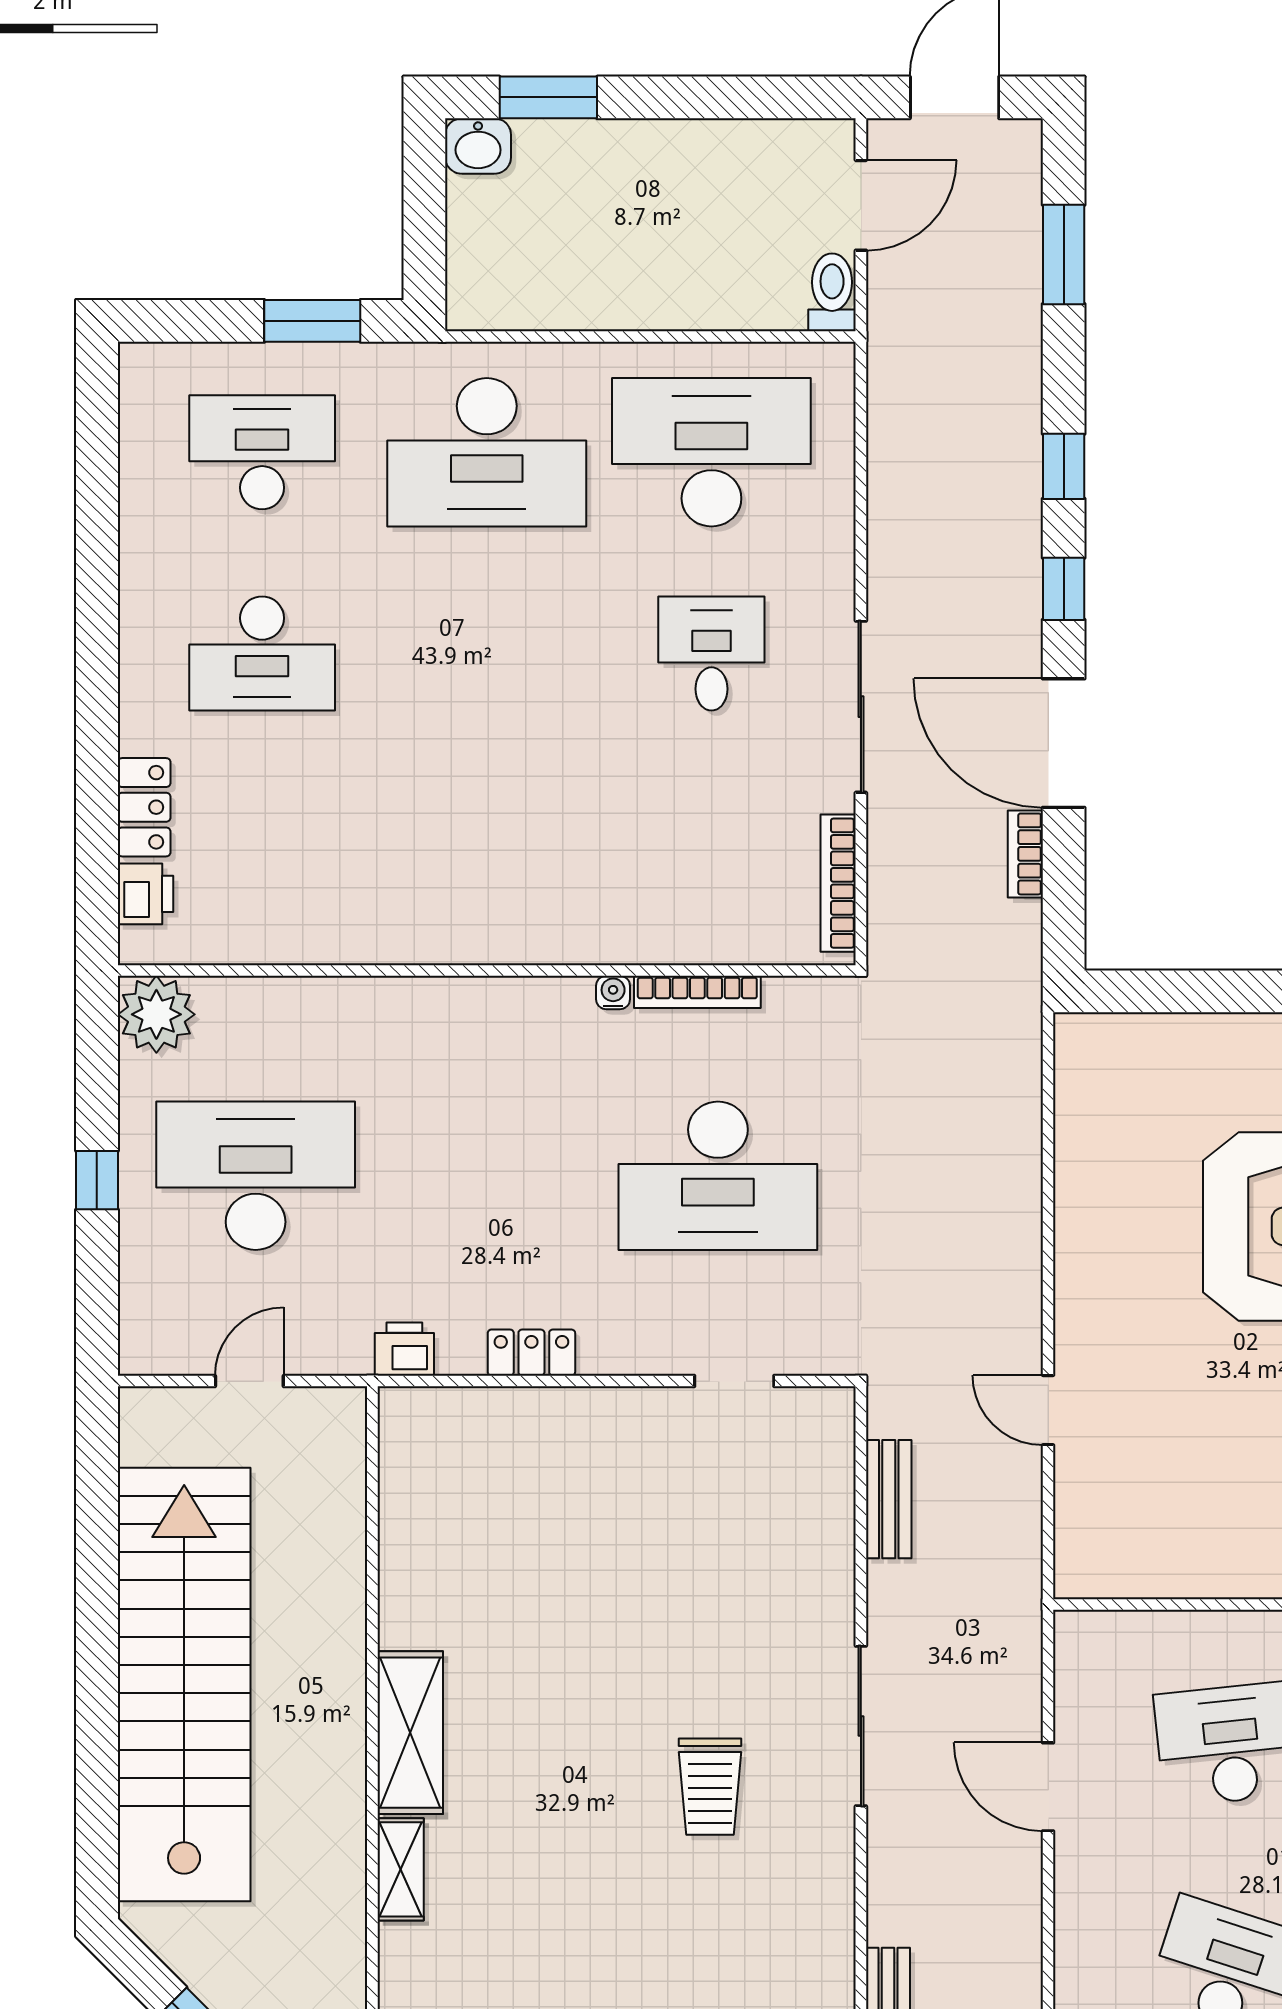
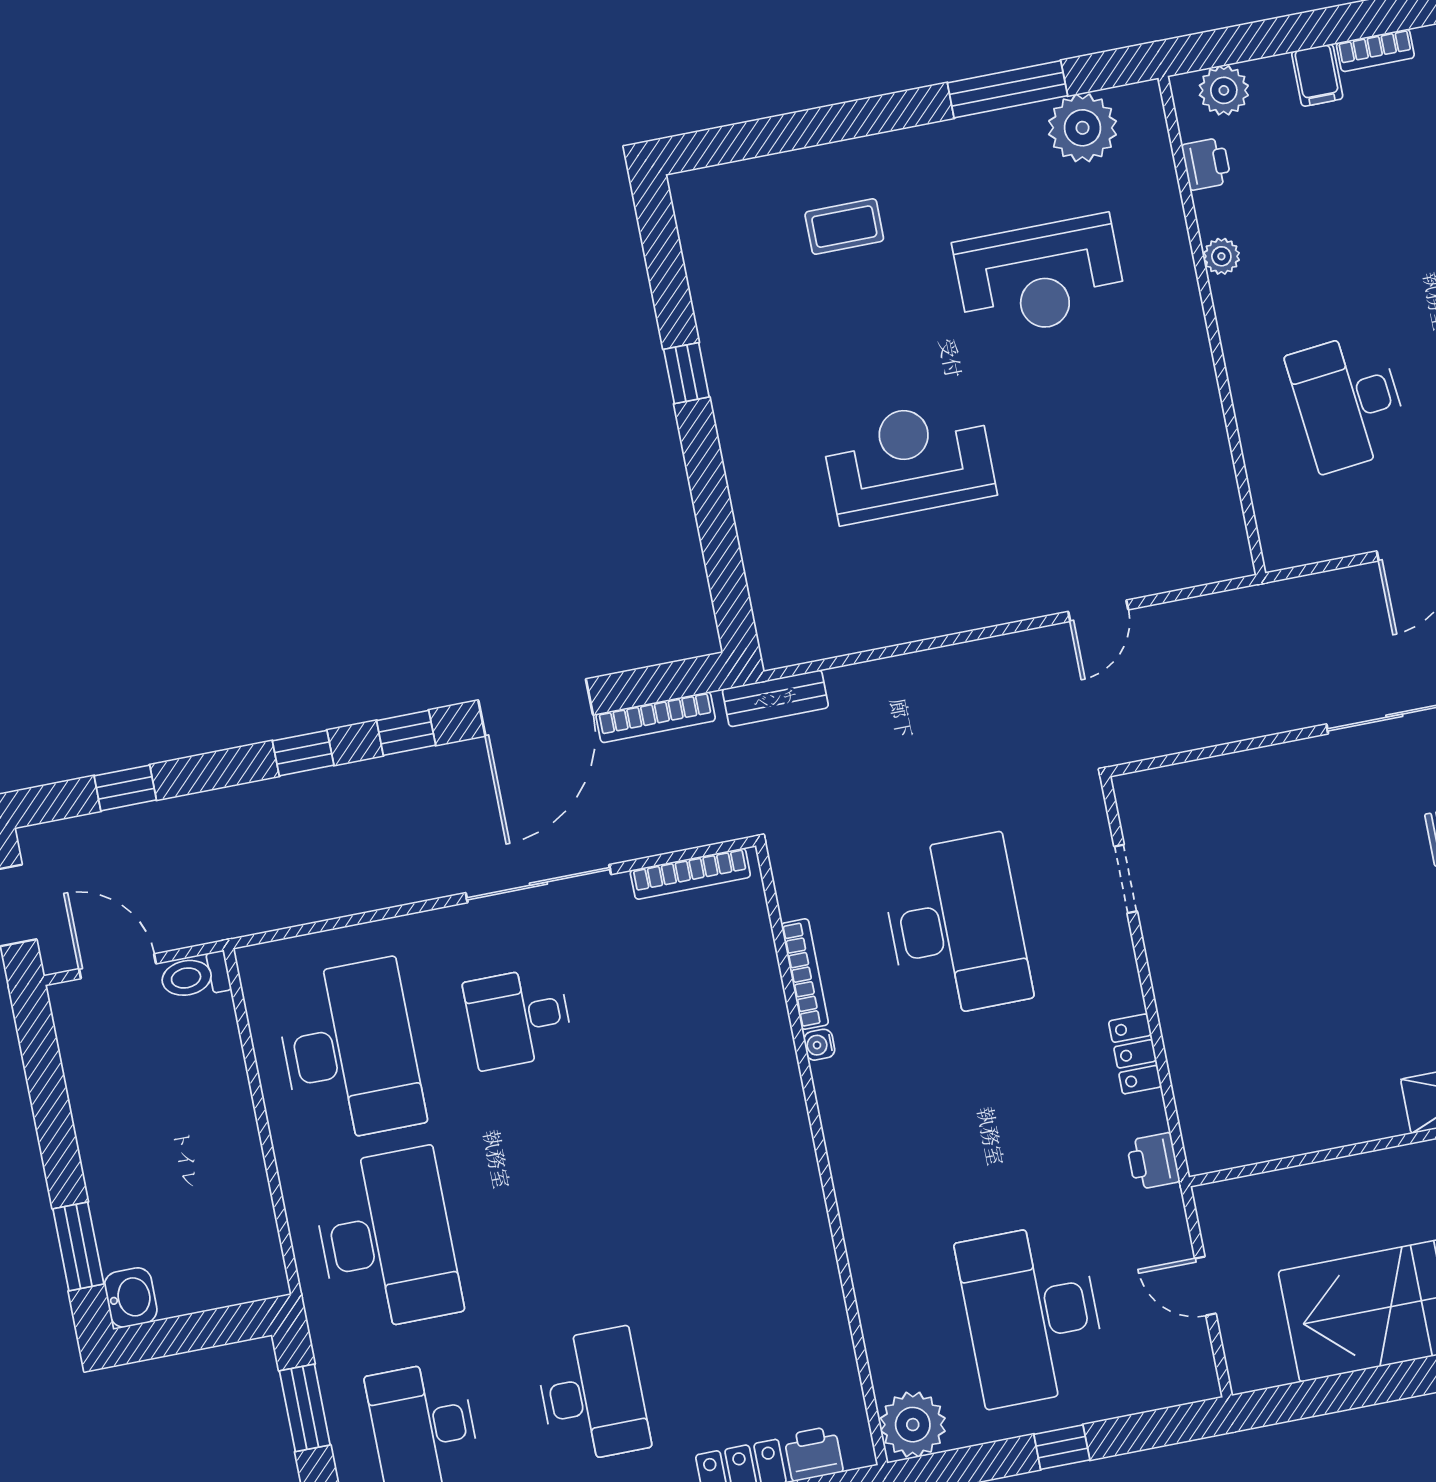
window: (1064, 254) -> (125, 788), width x0.67
desk: (711, 452) -> (349, 1051), turned 180
bookcase: (1025, 854) -> (656, 717), width x1.56
bench: (889, 1499) -> (775, 698), moved

